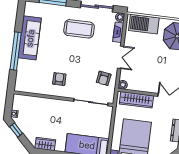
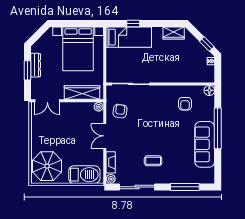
coffee table: (79, 29) -> (153, 161), width x0.54, depth x0.58
armchair: (59, 79) -> (185, 104), moved
floor lamp: (19, 87) -> (209, 90), added

